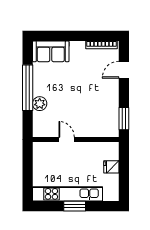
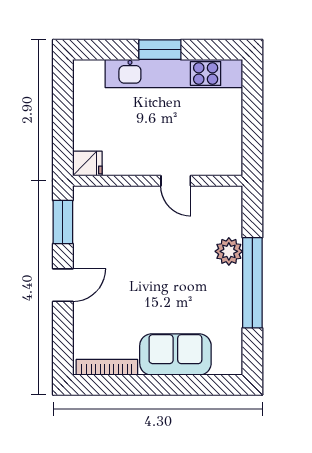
sofa: (51, 51) -> (175, 354), moved
door: (124, 70) -> (63, 285), moved
fridge: (111, 167) -> (87, 164), moved

